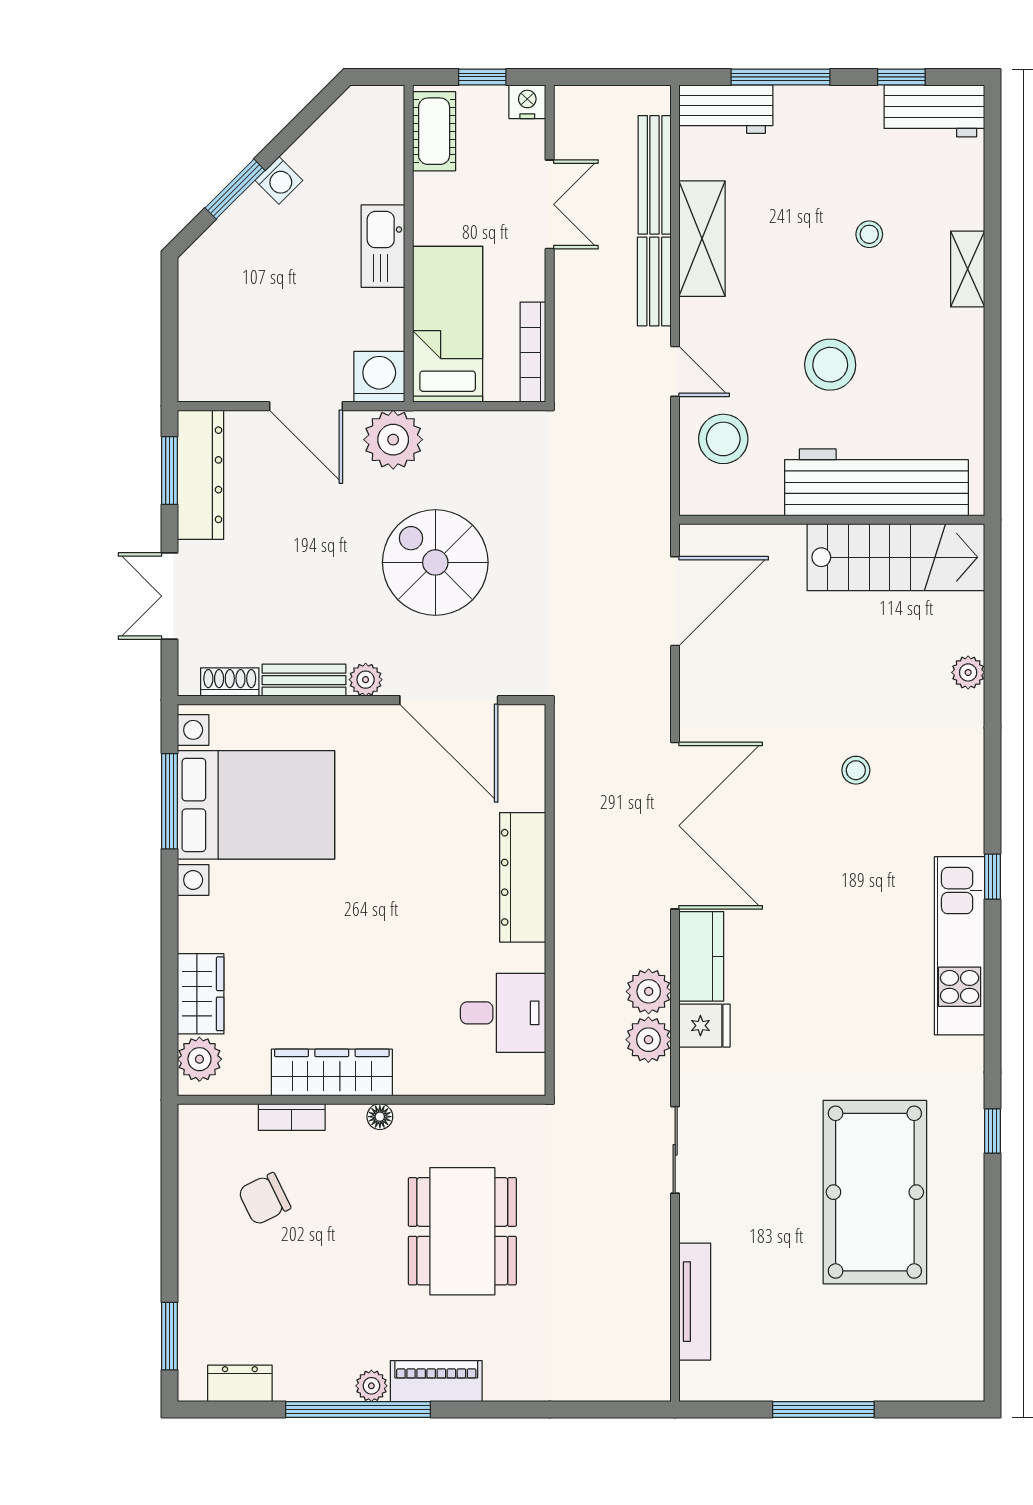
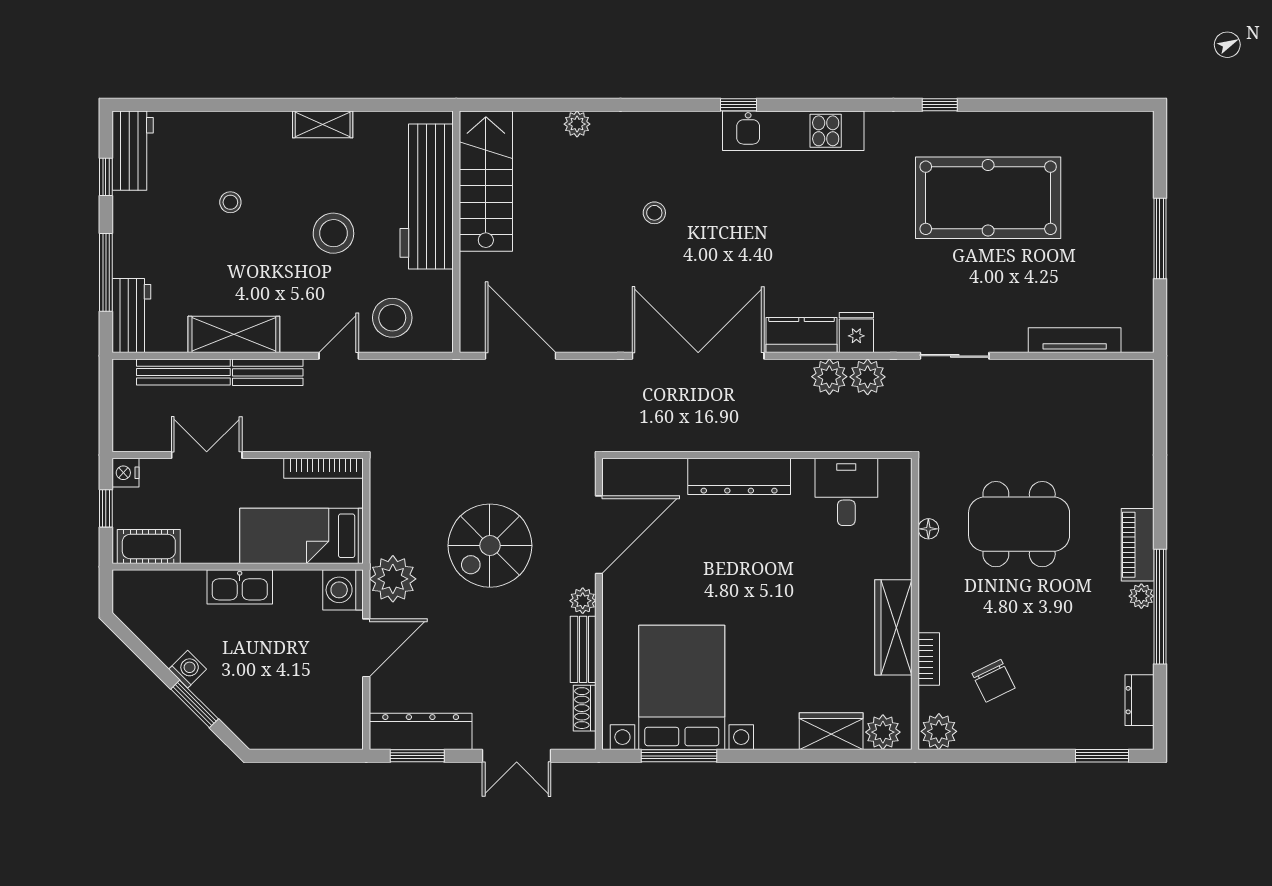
shelving: (968, 269) -> (323, 124), moved
floor lamp: (380, 1117) -> (928, 529), moved
plant: (200, 1130) -> (939, 731), added

